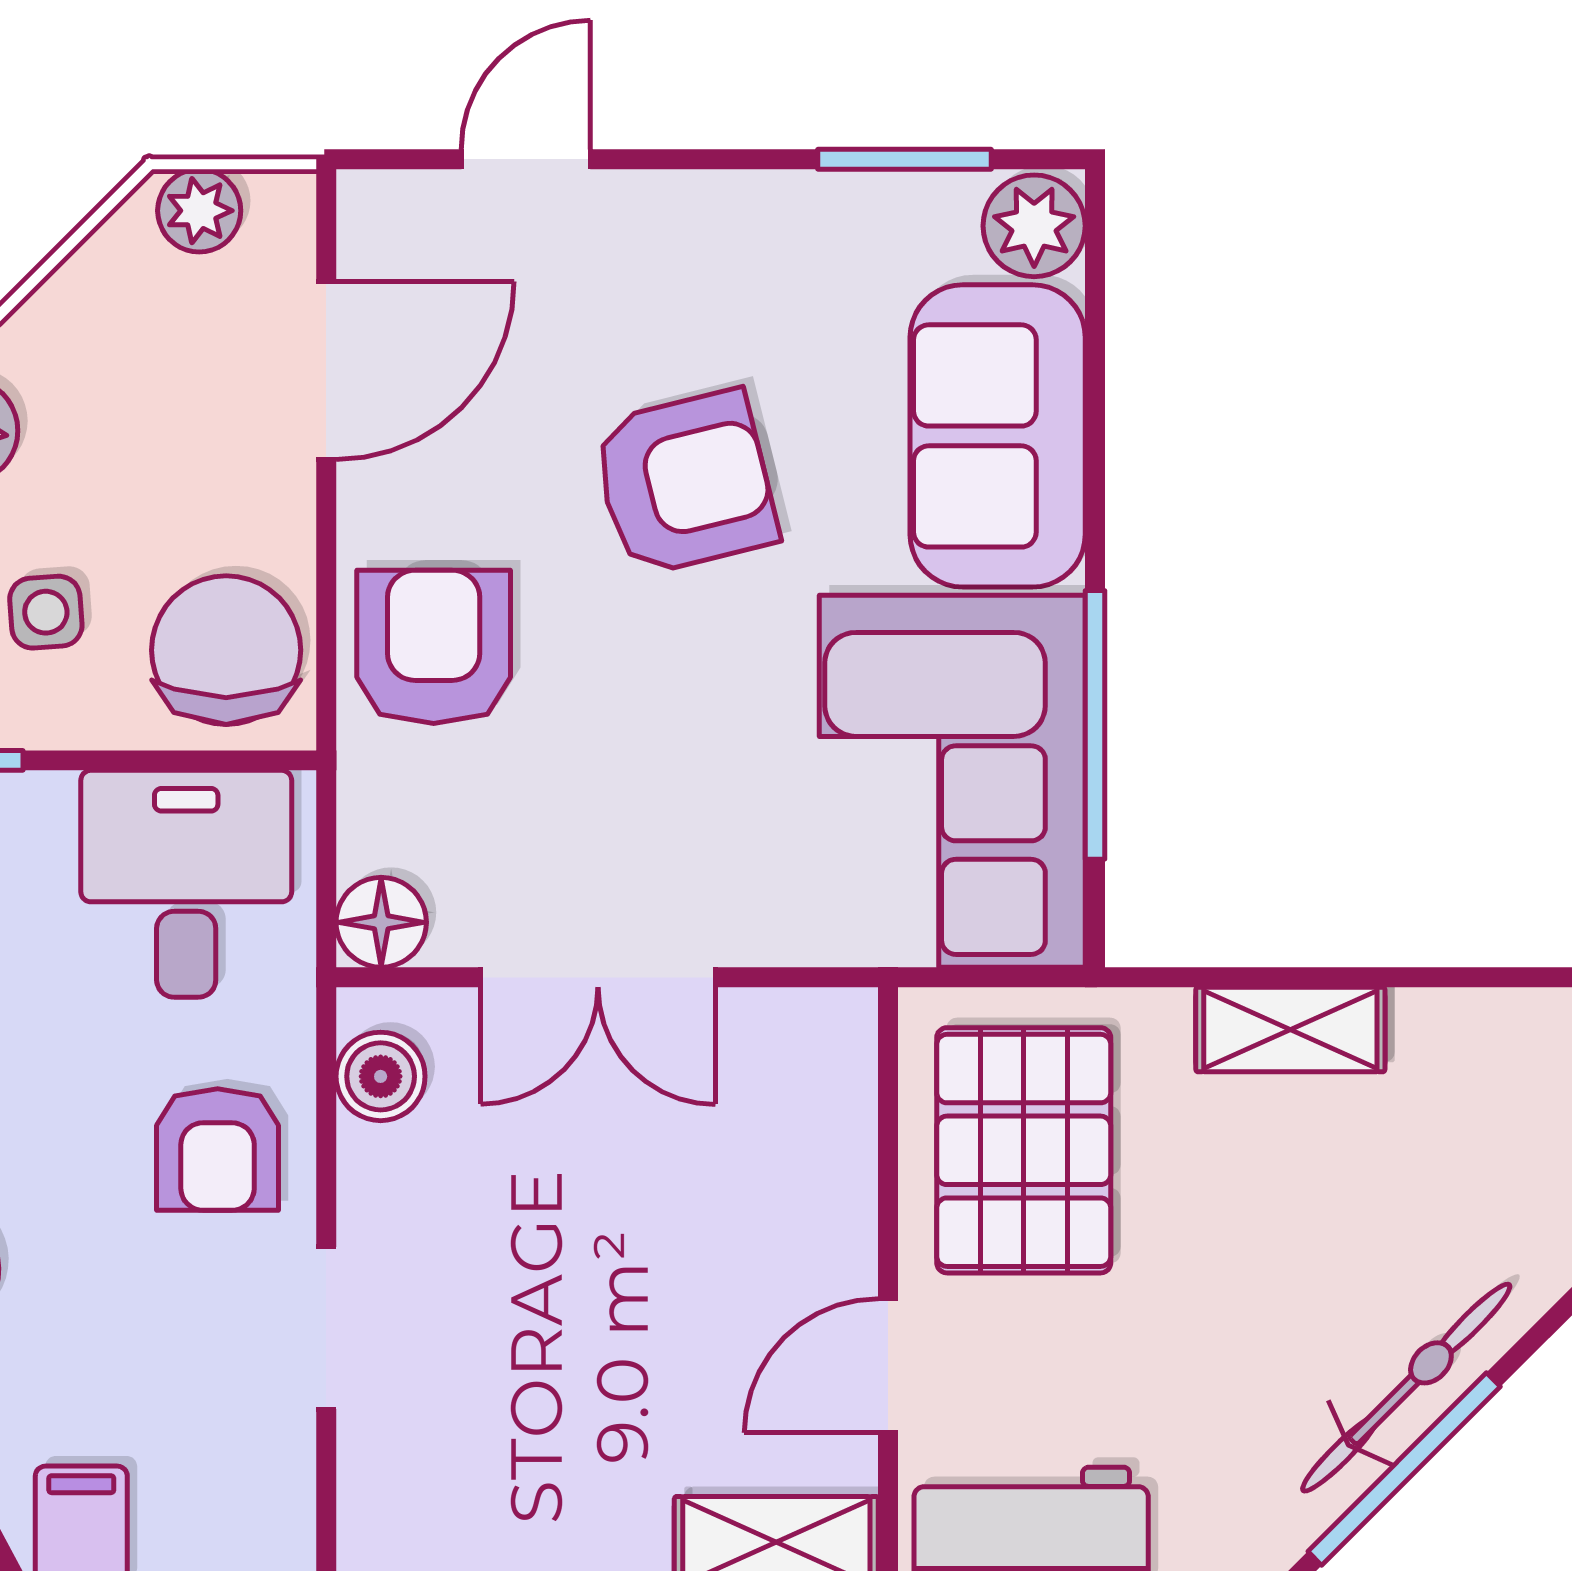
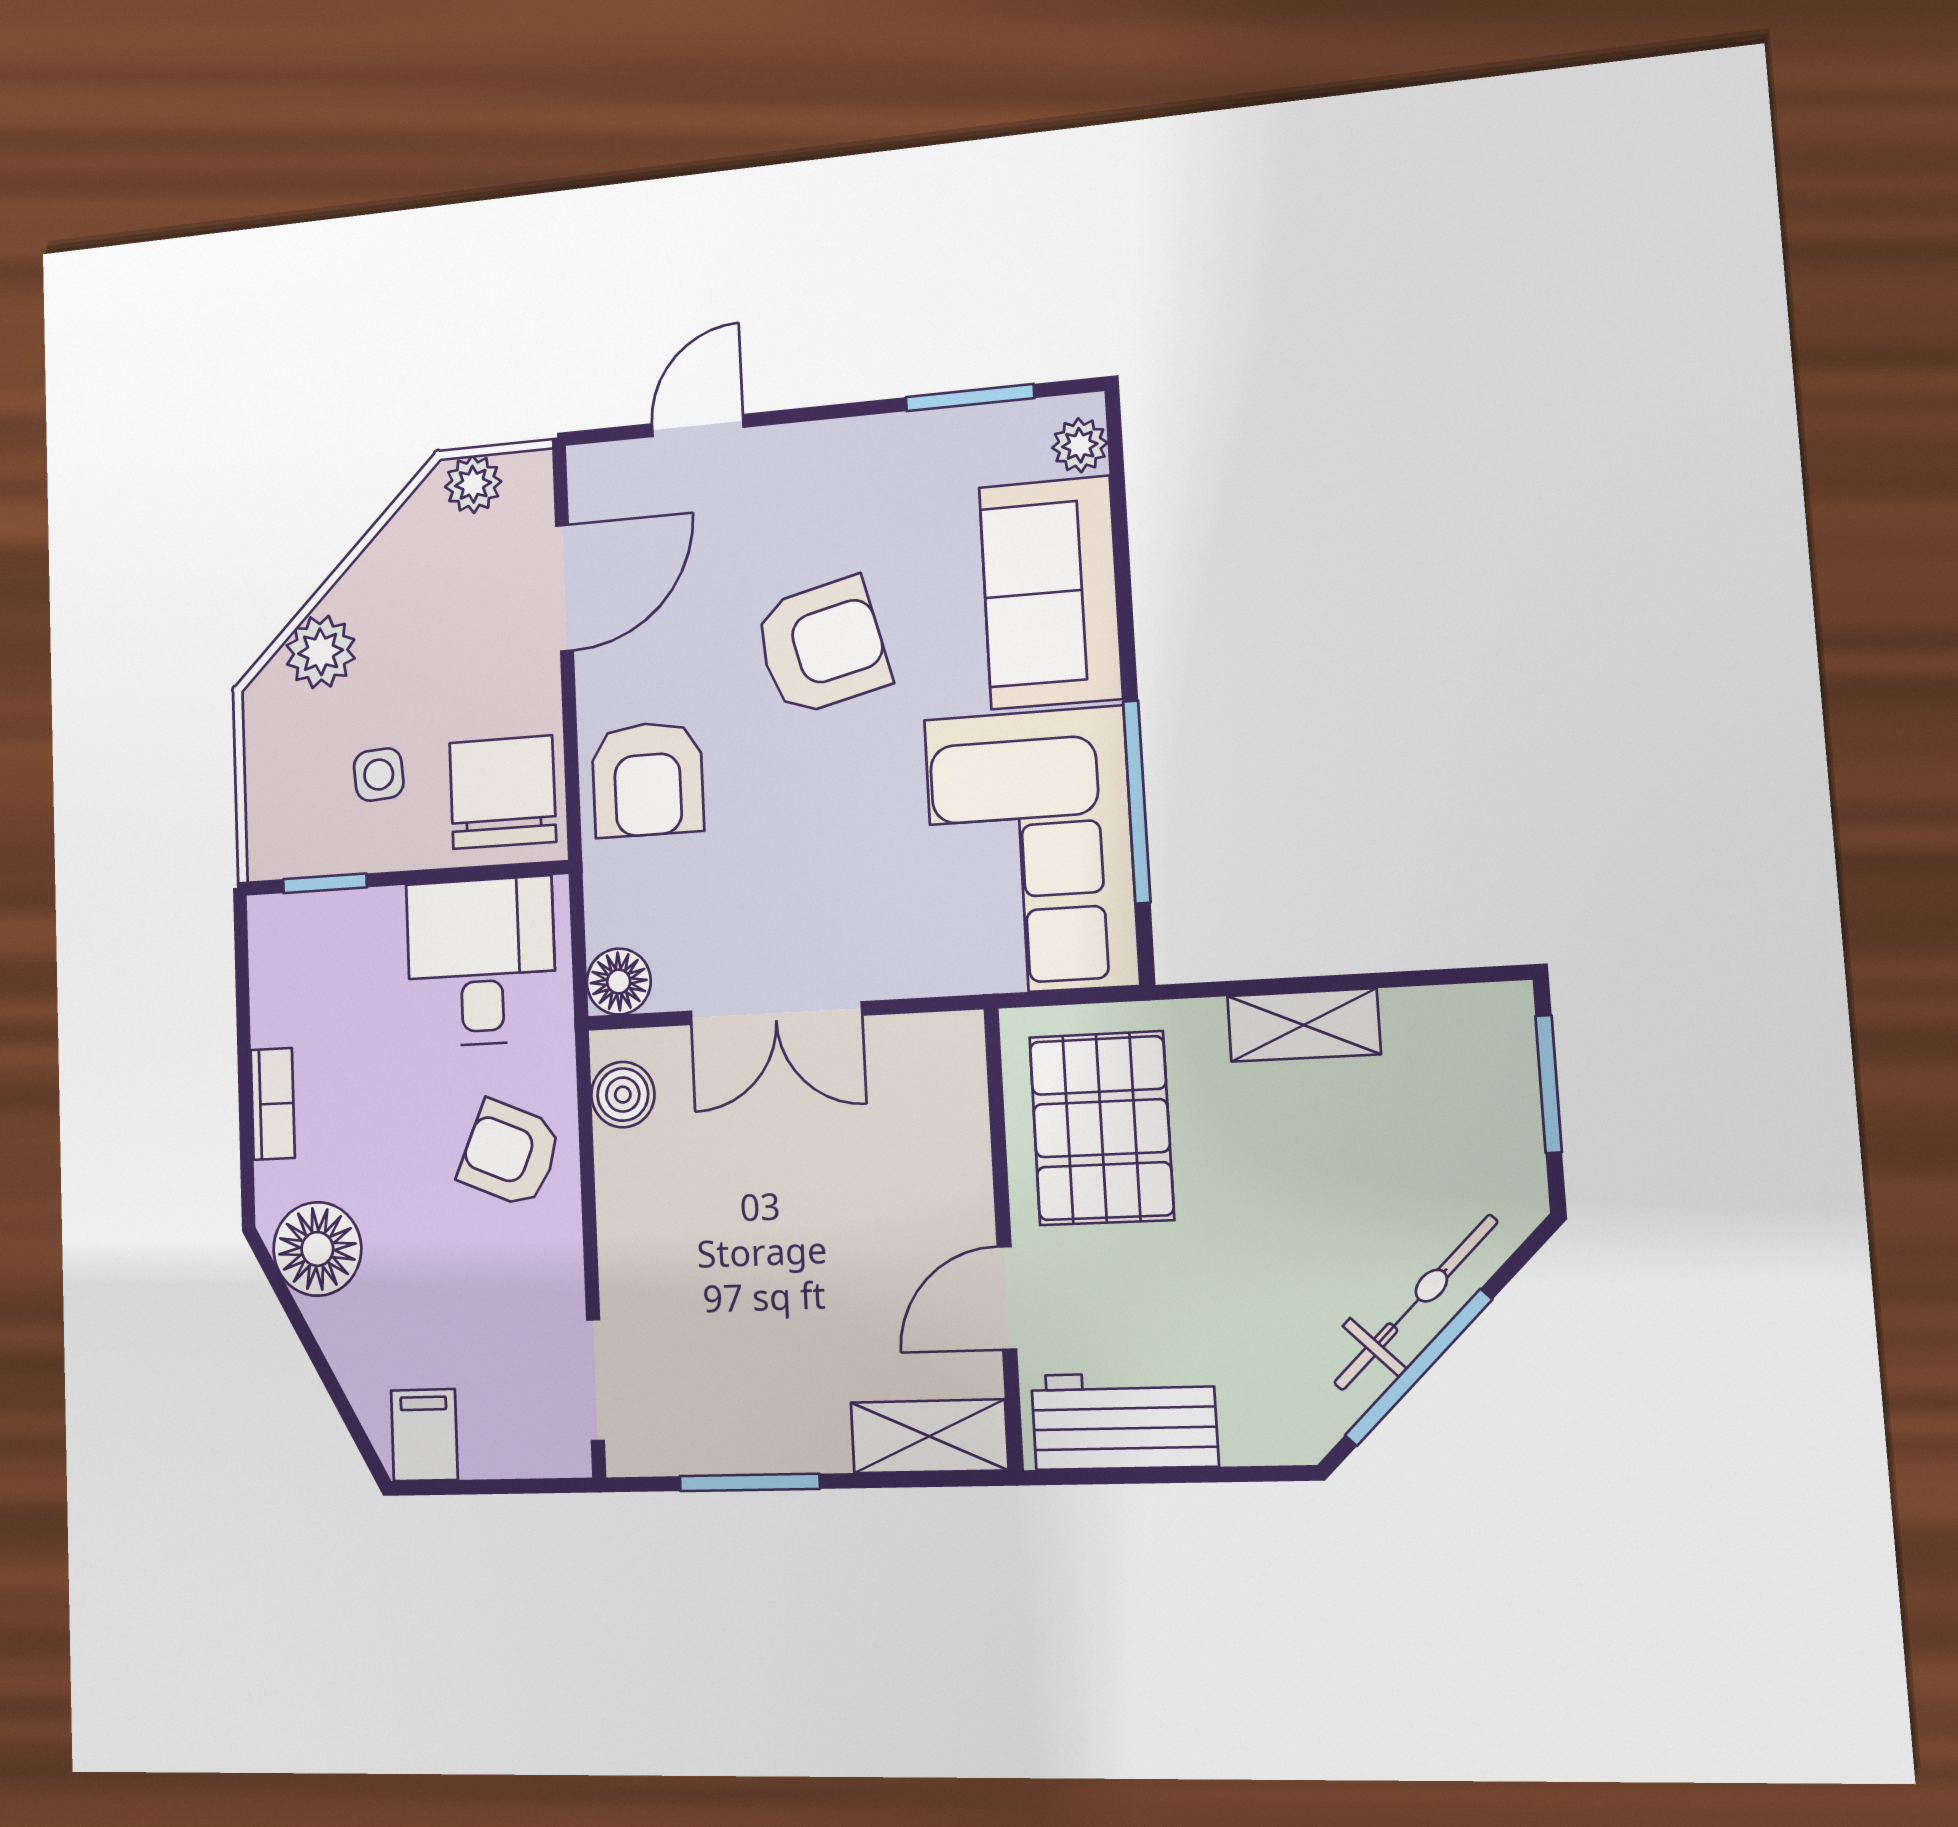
plant: (1034, 226) -> (1080, 445), width x0.73, depth x0.73
armchair: (434, 647) -> (648, 779), turned 180
armchair: (218, 1150) -> (510, 1154), turned 113
doorway: (326, 1328) -> (595, 1380), moved

